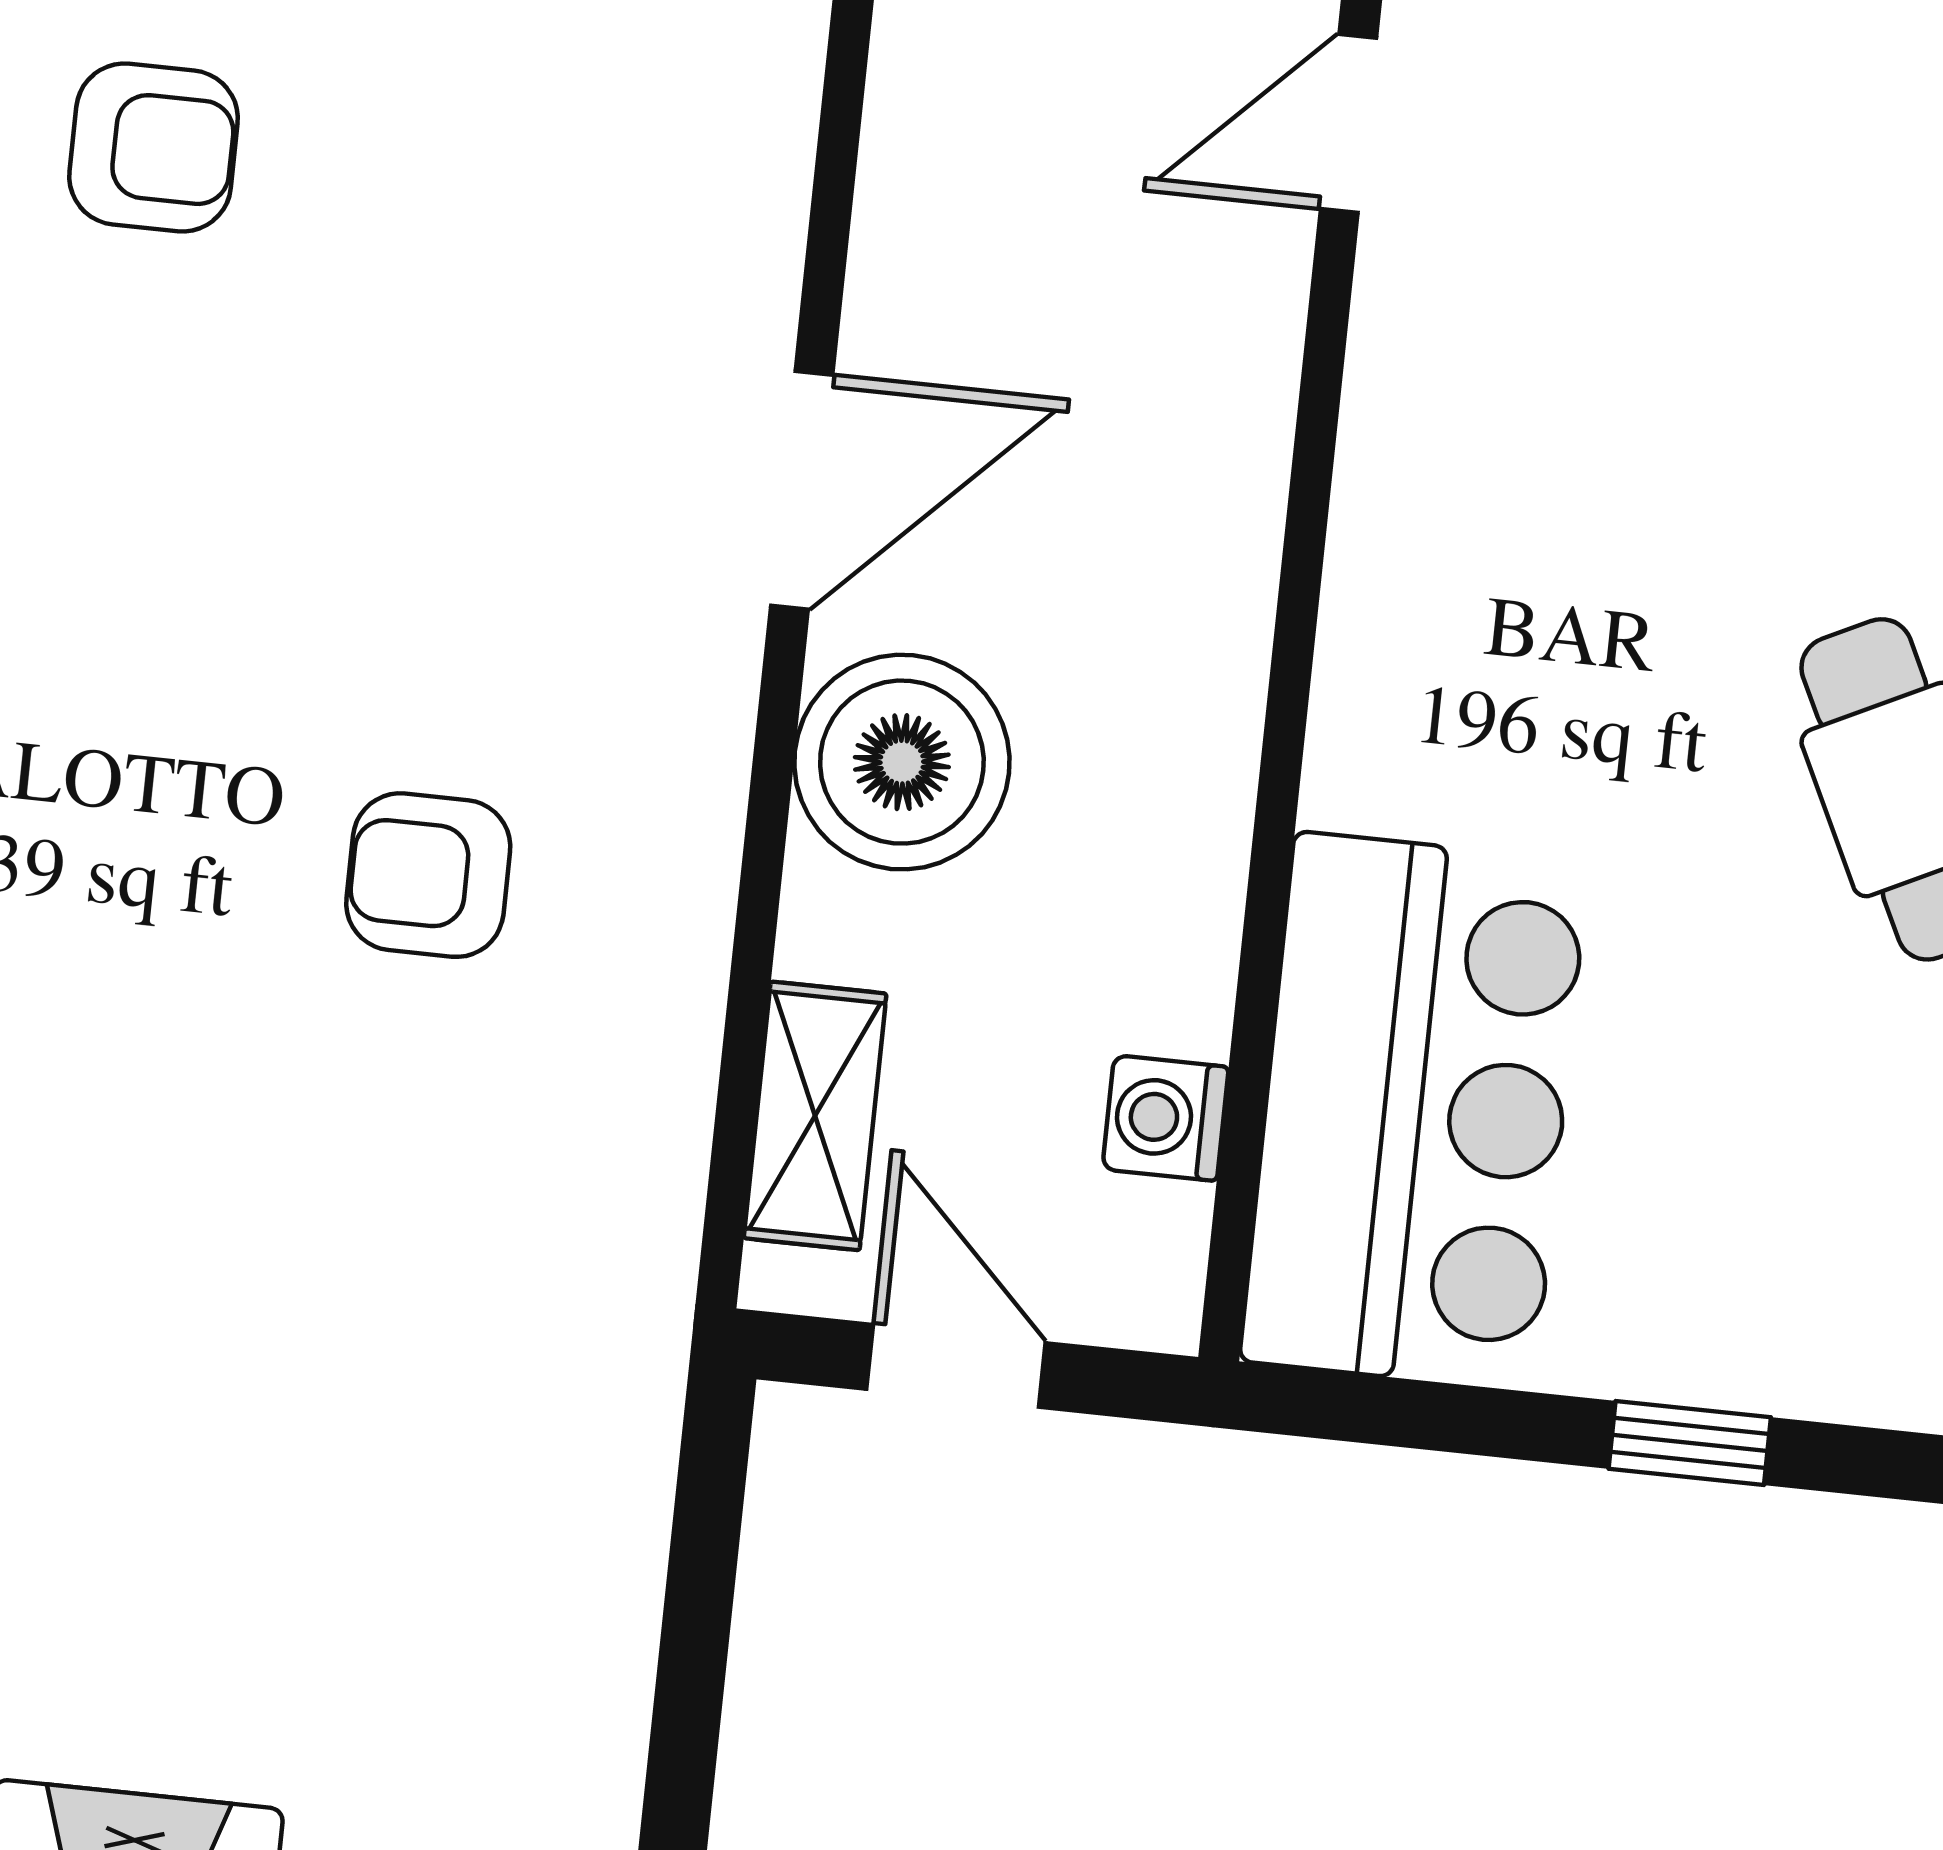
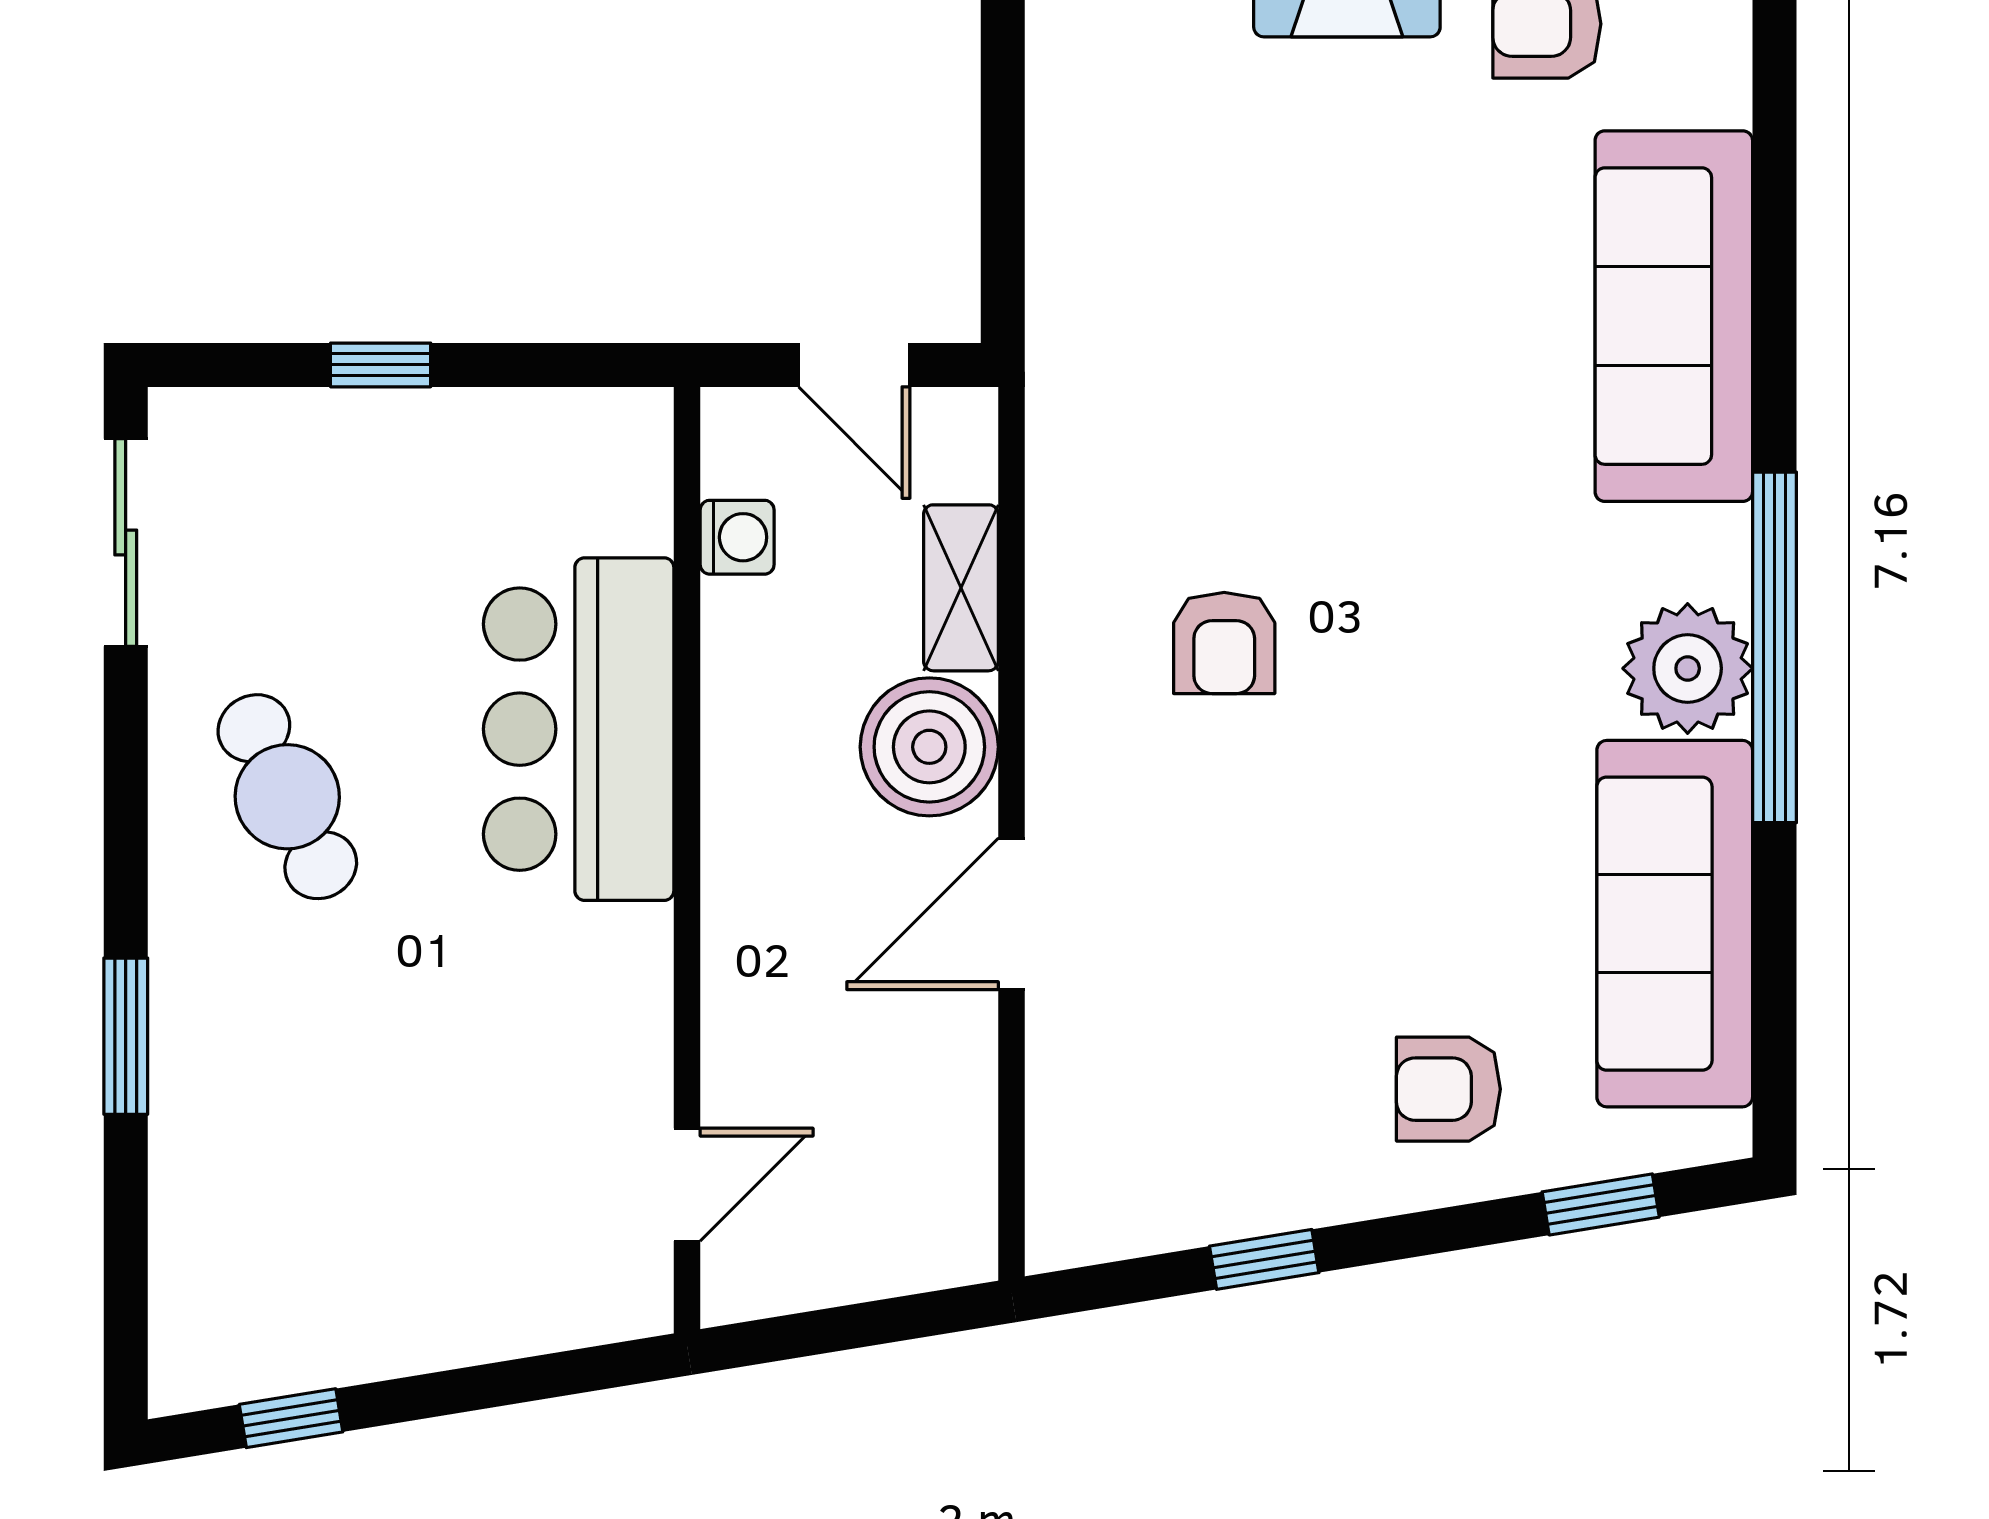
armchair: (428, 875) -> (1224, 643), turned 90
bar counter: (1414, 1111) -> (579, 729), moved
shelving: (815, 1116) -> (961, 588), moved

